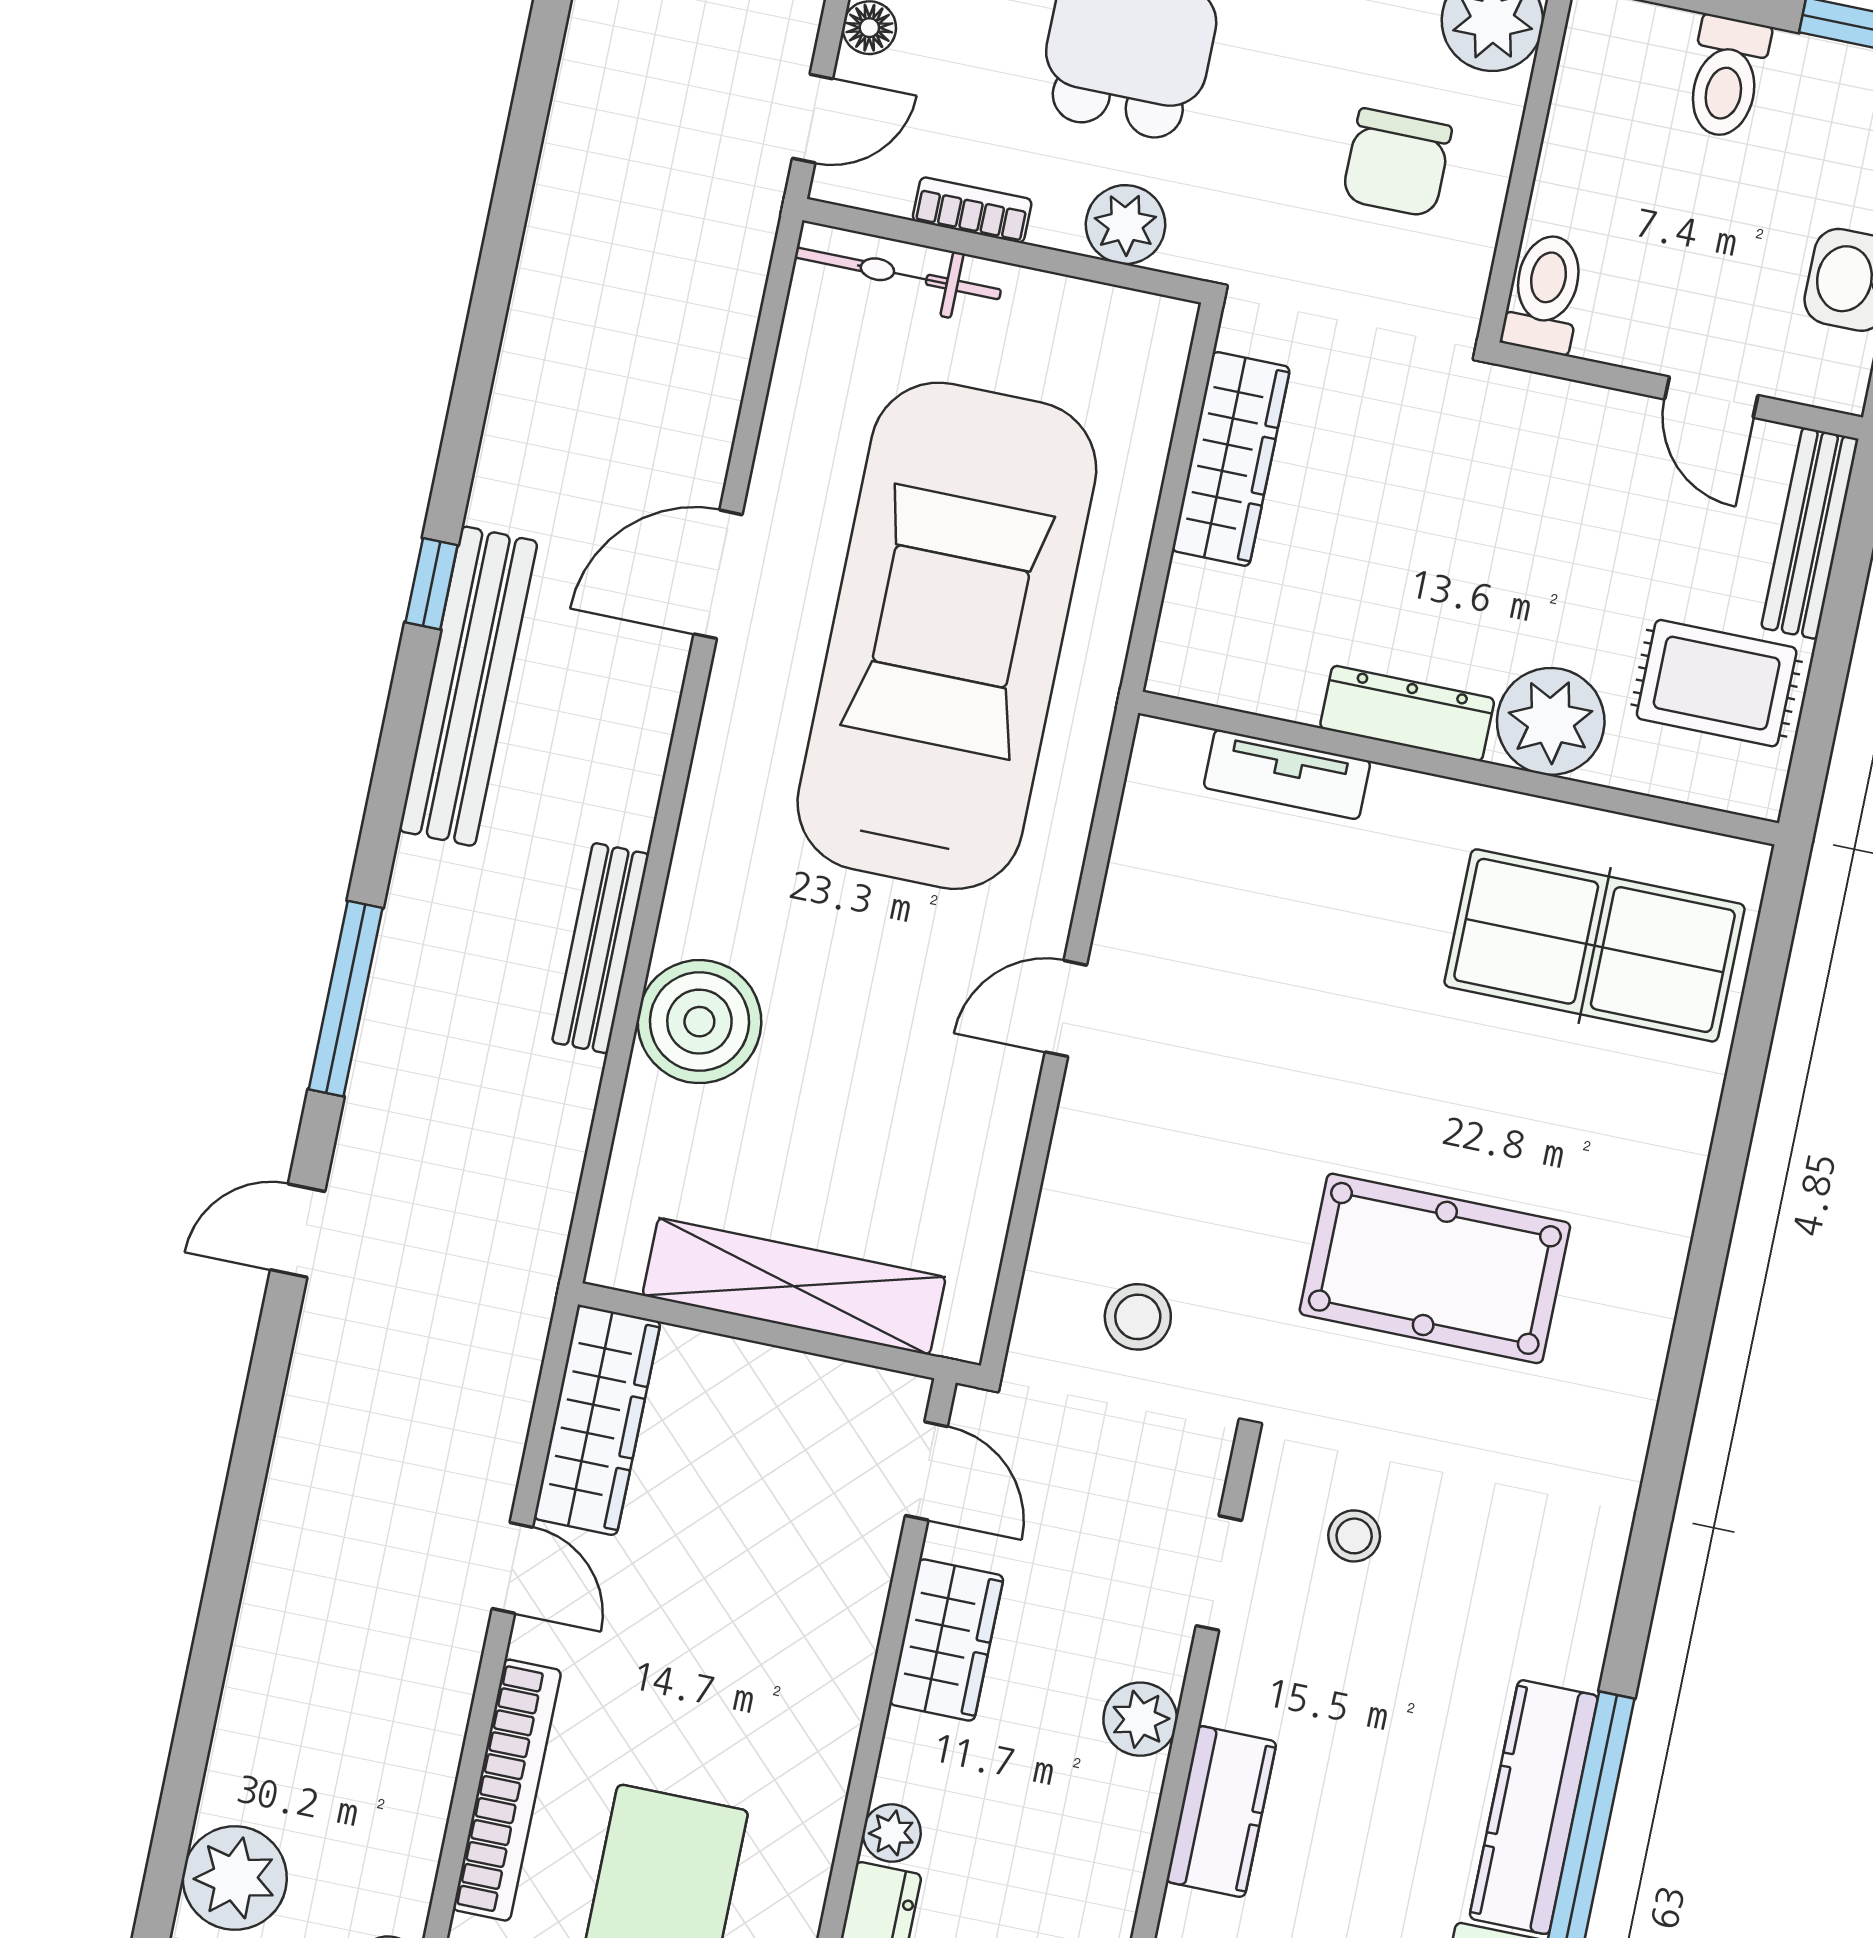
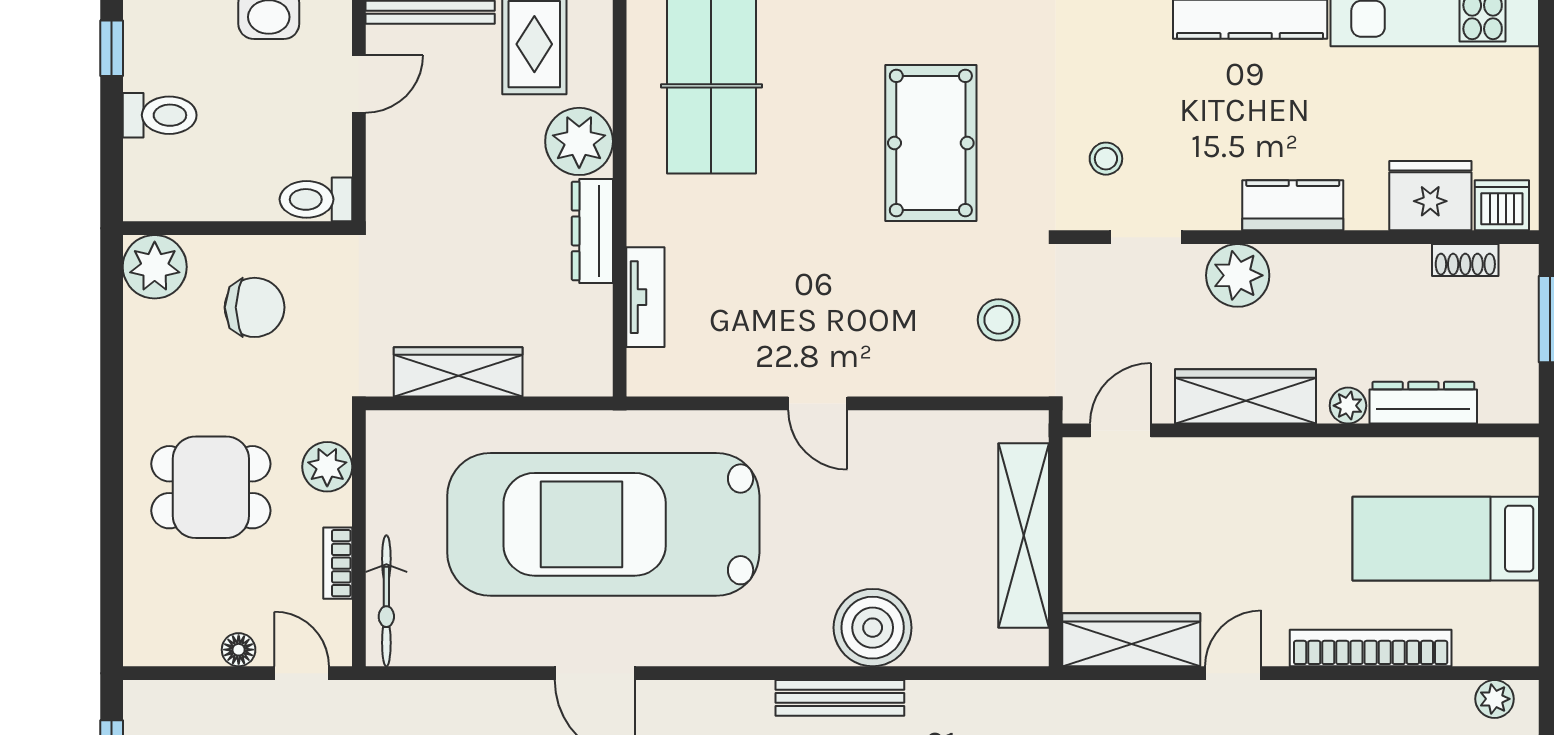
wardrobe: (946, 1640) -> (1246, 396), width x1.50
plant: (1140, 1719) -> (1238, 275), width x1.36, depth x1.36

